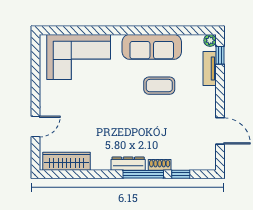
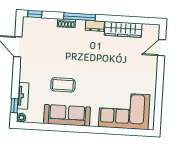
door: (36, 127) -> (162, 48), moved
wardrobe: (67, 161) -> (123, 29), moved
dresser: (128, 164) -> (95, 26), width x0.70
window: (181, 174) -> (35, 14), moved

